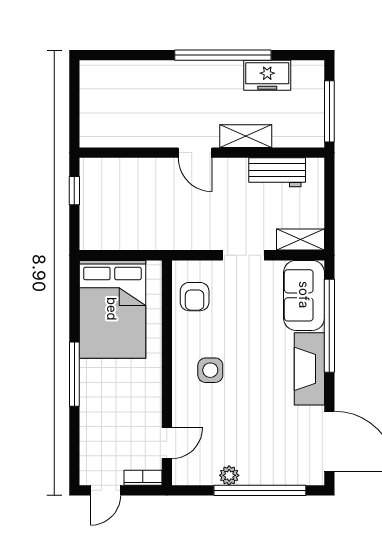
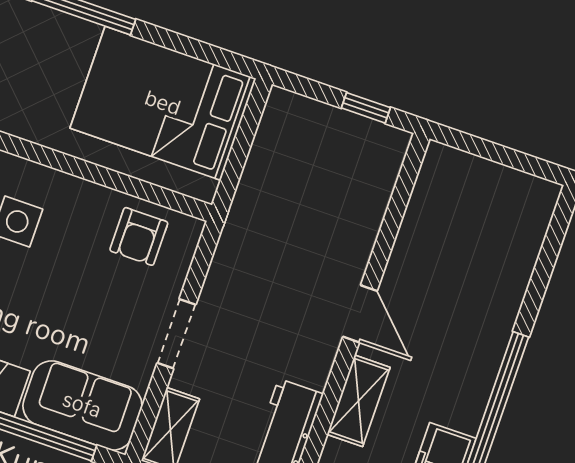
door: (195, 153) -> (360, 314), swing flipped
armchair: (195, 297) -> (139, 236), turned -90

